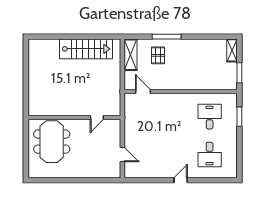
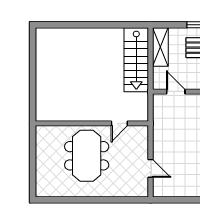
stairs: (86, 49) -> (136, 60), moved, turned 90
meeting table: (52, 142) -> (87, 156), moved

